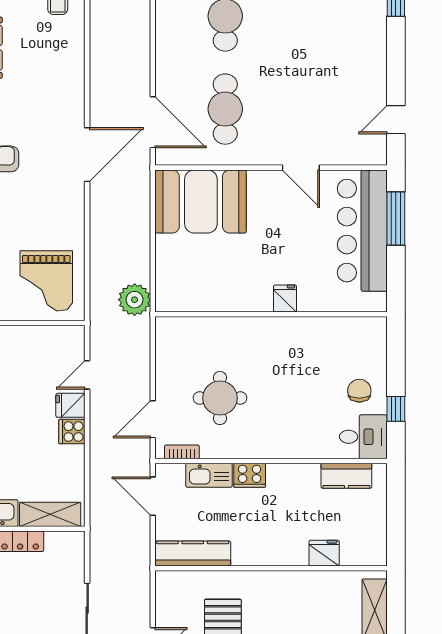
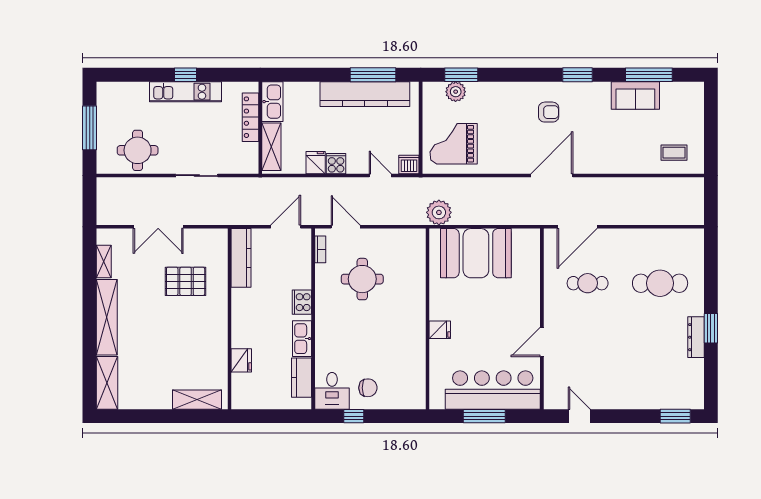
cafe table: (225, 109) -> (588, 283), width x0.73, depth x0.74
door: (87, 155) -> (552, 176), swing flipped
booth: (201, 201) -> (476, 253), moved, turned 90
window: (396, 219) -> (484, 416), moved
dishwasher: (73, 338) -> (409, 164), added
fridge: (70, 405) -> (316, 163), moved
kitchen sink: (209, 475) -> (302, 339), moved

